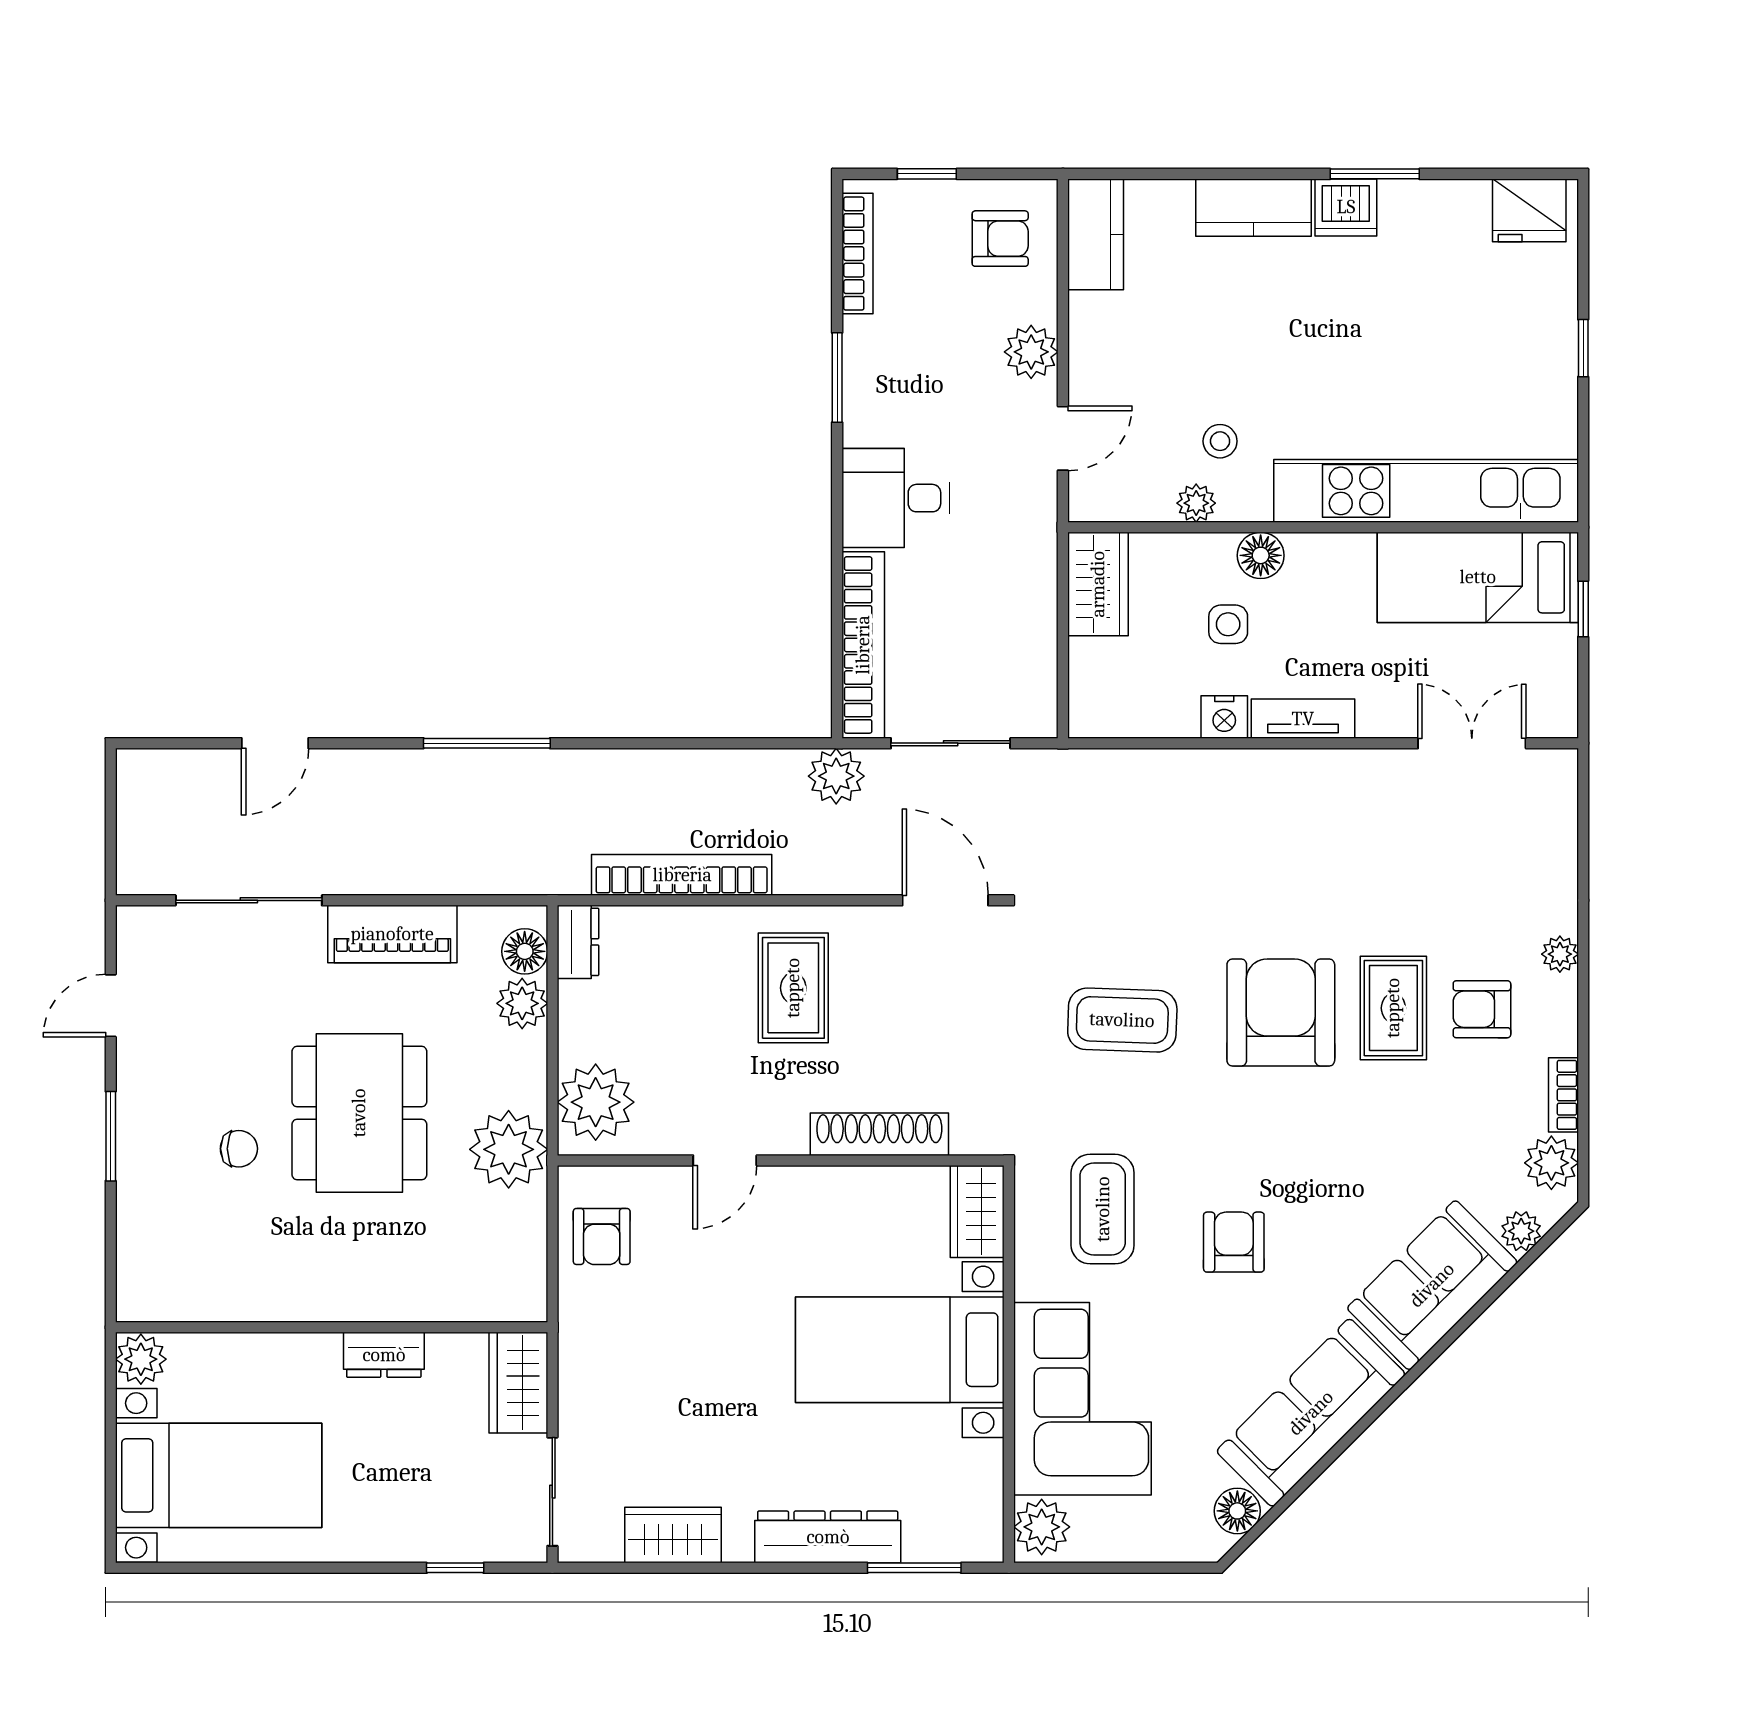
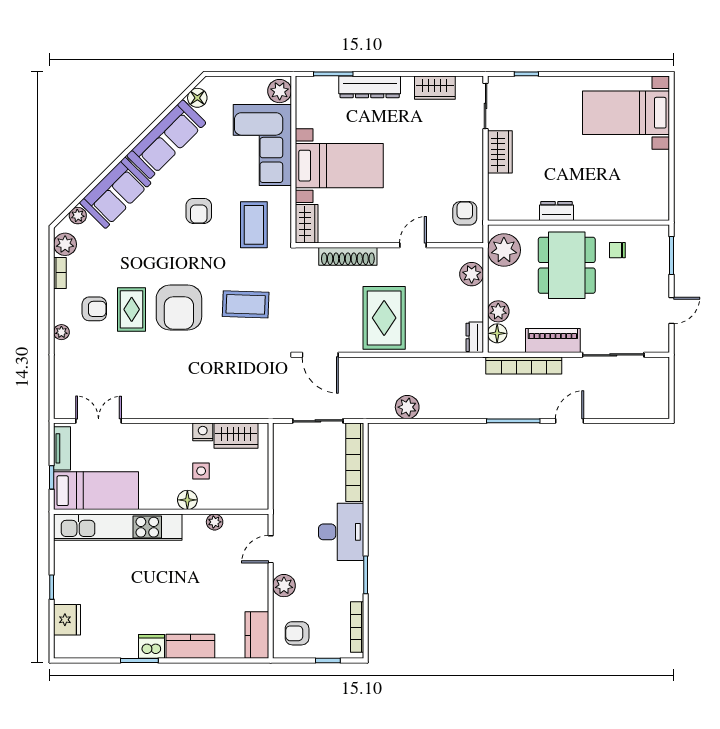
fridge: (1529, 210) -> (67, 620), moved, turned 90
stool: (1220, 441) -> (205, 548), removed
desk: (896, 498) -> (341, 532), width x1.37
wardrobe: (1098, 584) -> (236, 436), moved, turned -90
tv unit: (1303, 719) -> (62, 448), moved, turned -90
door: (275, 743) -> (570, 421), moved
double door: (1472, 743) -> (99, 421), swing flipped
plant: (836, 776) -> (407, 407), moved
bookcase: (682, 875) -> (524, 365), moved
rug: (793, 988) -> (384, 318), width x1.36, depth x1.43
plant: (596, 1102) -> (472, 274), width x0.73, depth x0.73
wall: (332, 1327) -> (578, 223), moved
dresser: (384, 1355) -> (556, 211), moved
plant: (141, 1359) -> (659, 162), removed

